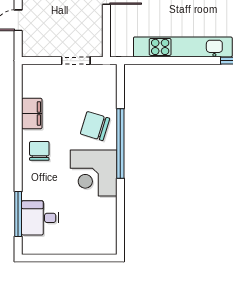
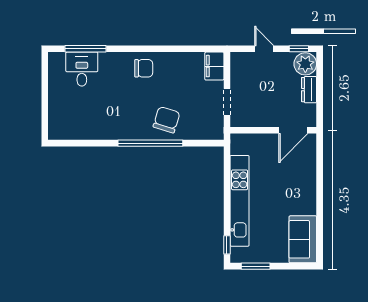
filing cabinet: (32, 113) -> (214, 66), moved, turned 90
corner desk: (94, 173) -> (123, 118), removed

